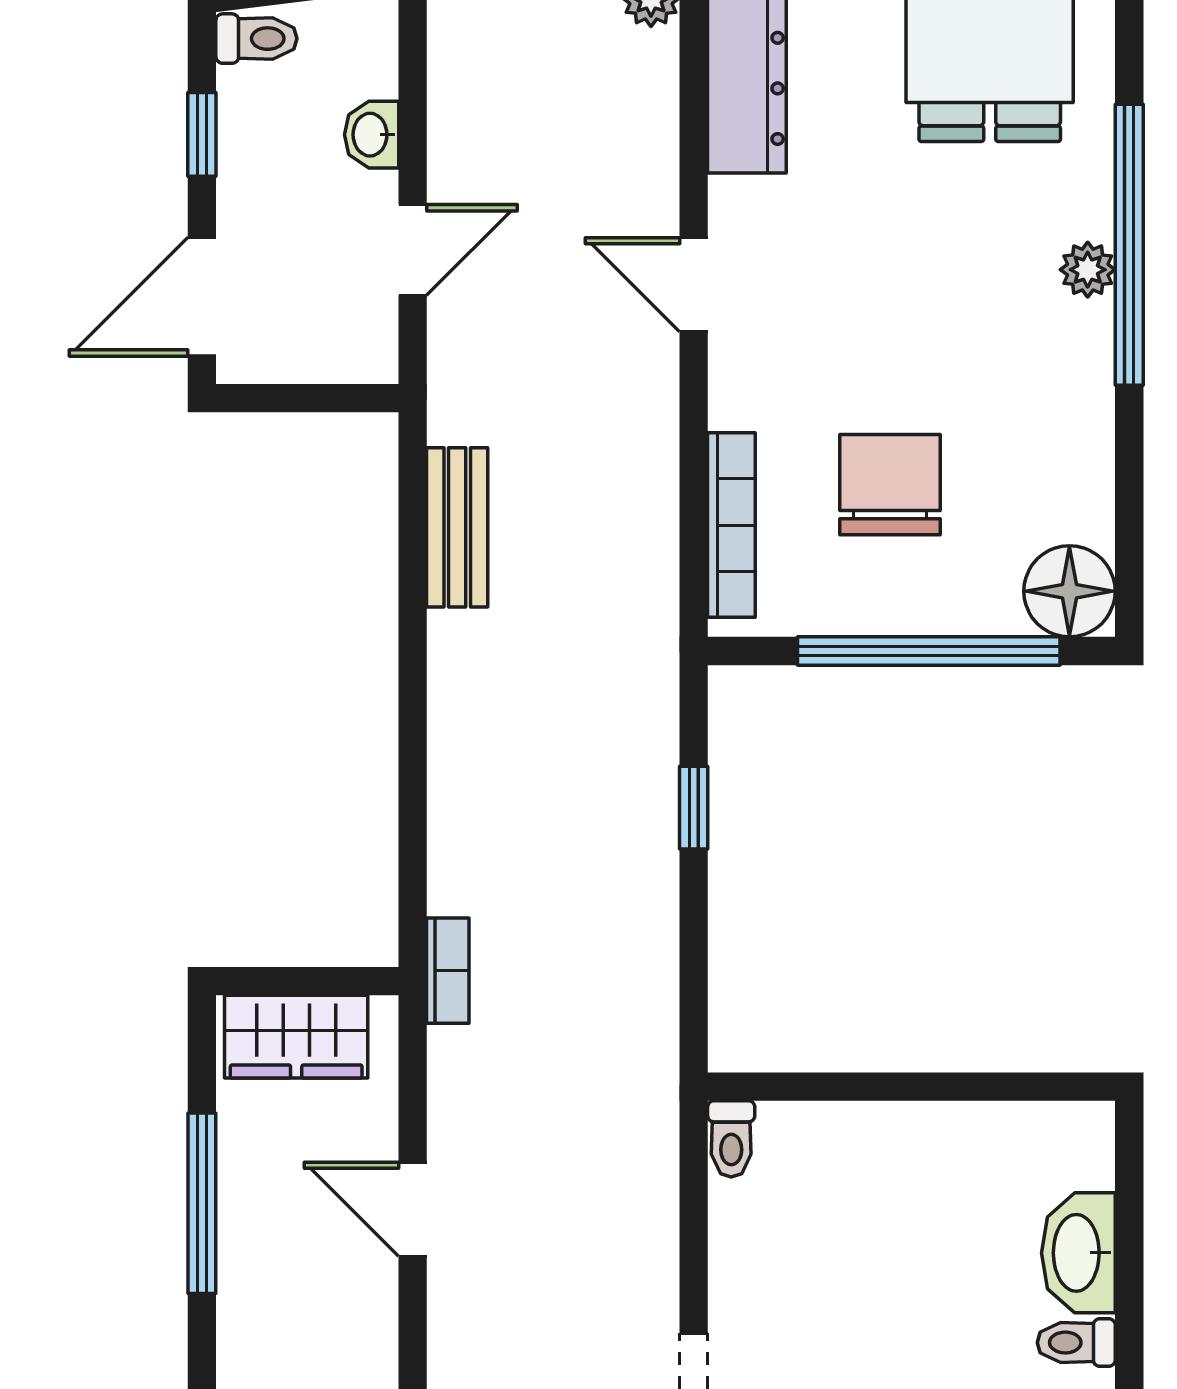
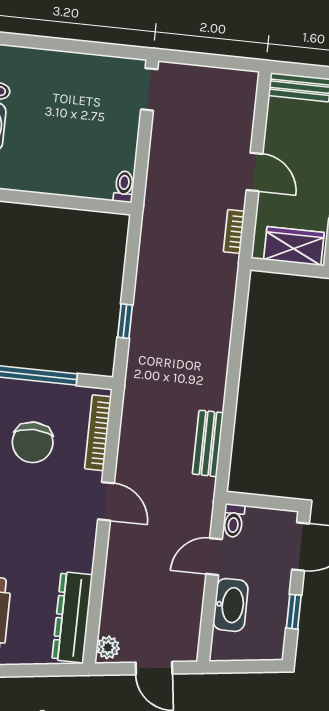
toilet: (256, 39) -> (234, 521), moved, turned -90
washbasin: (372, 135) -> (231, 605), width x1.91, depth x1.45
door: (694, 285) -> (106, 501), moved
bookcase: (448, 971) -> (234, 231), moved

